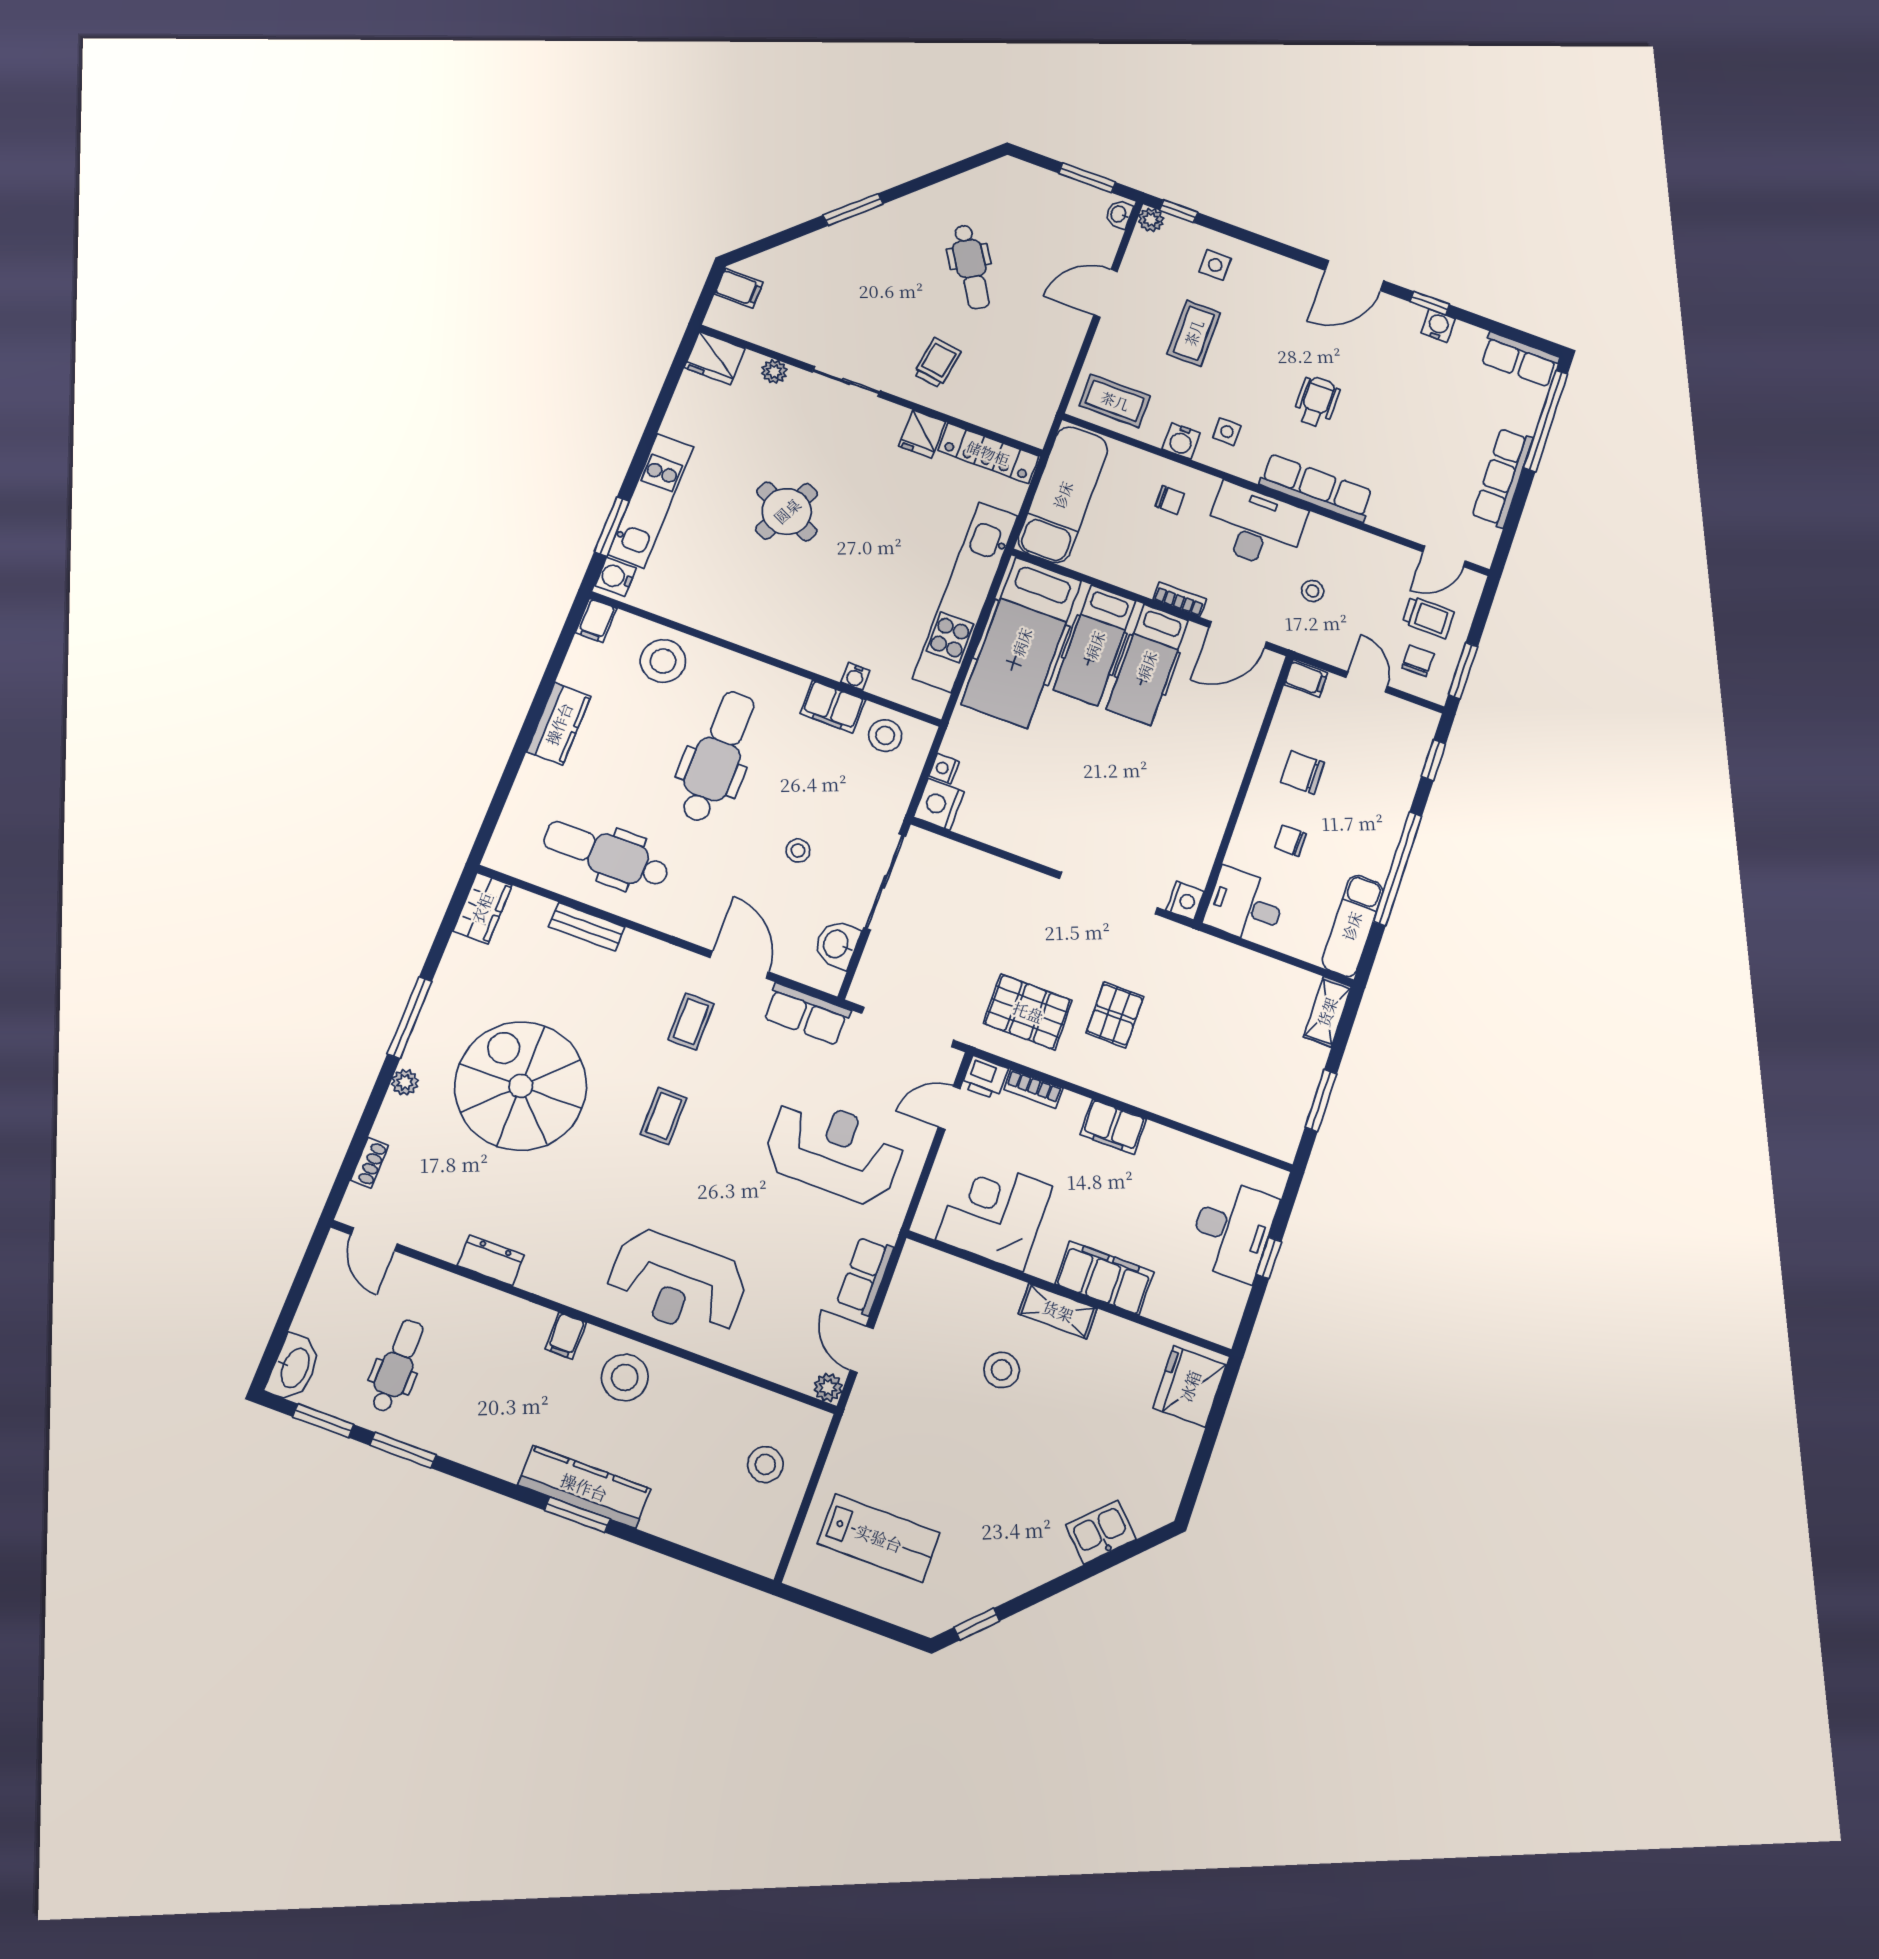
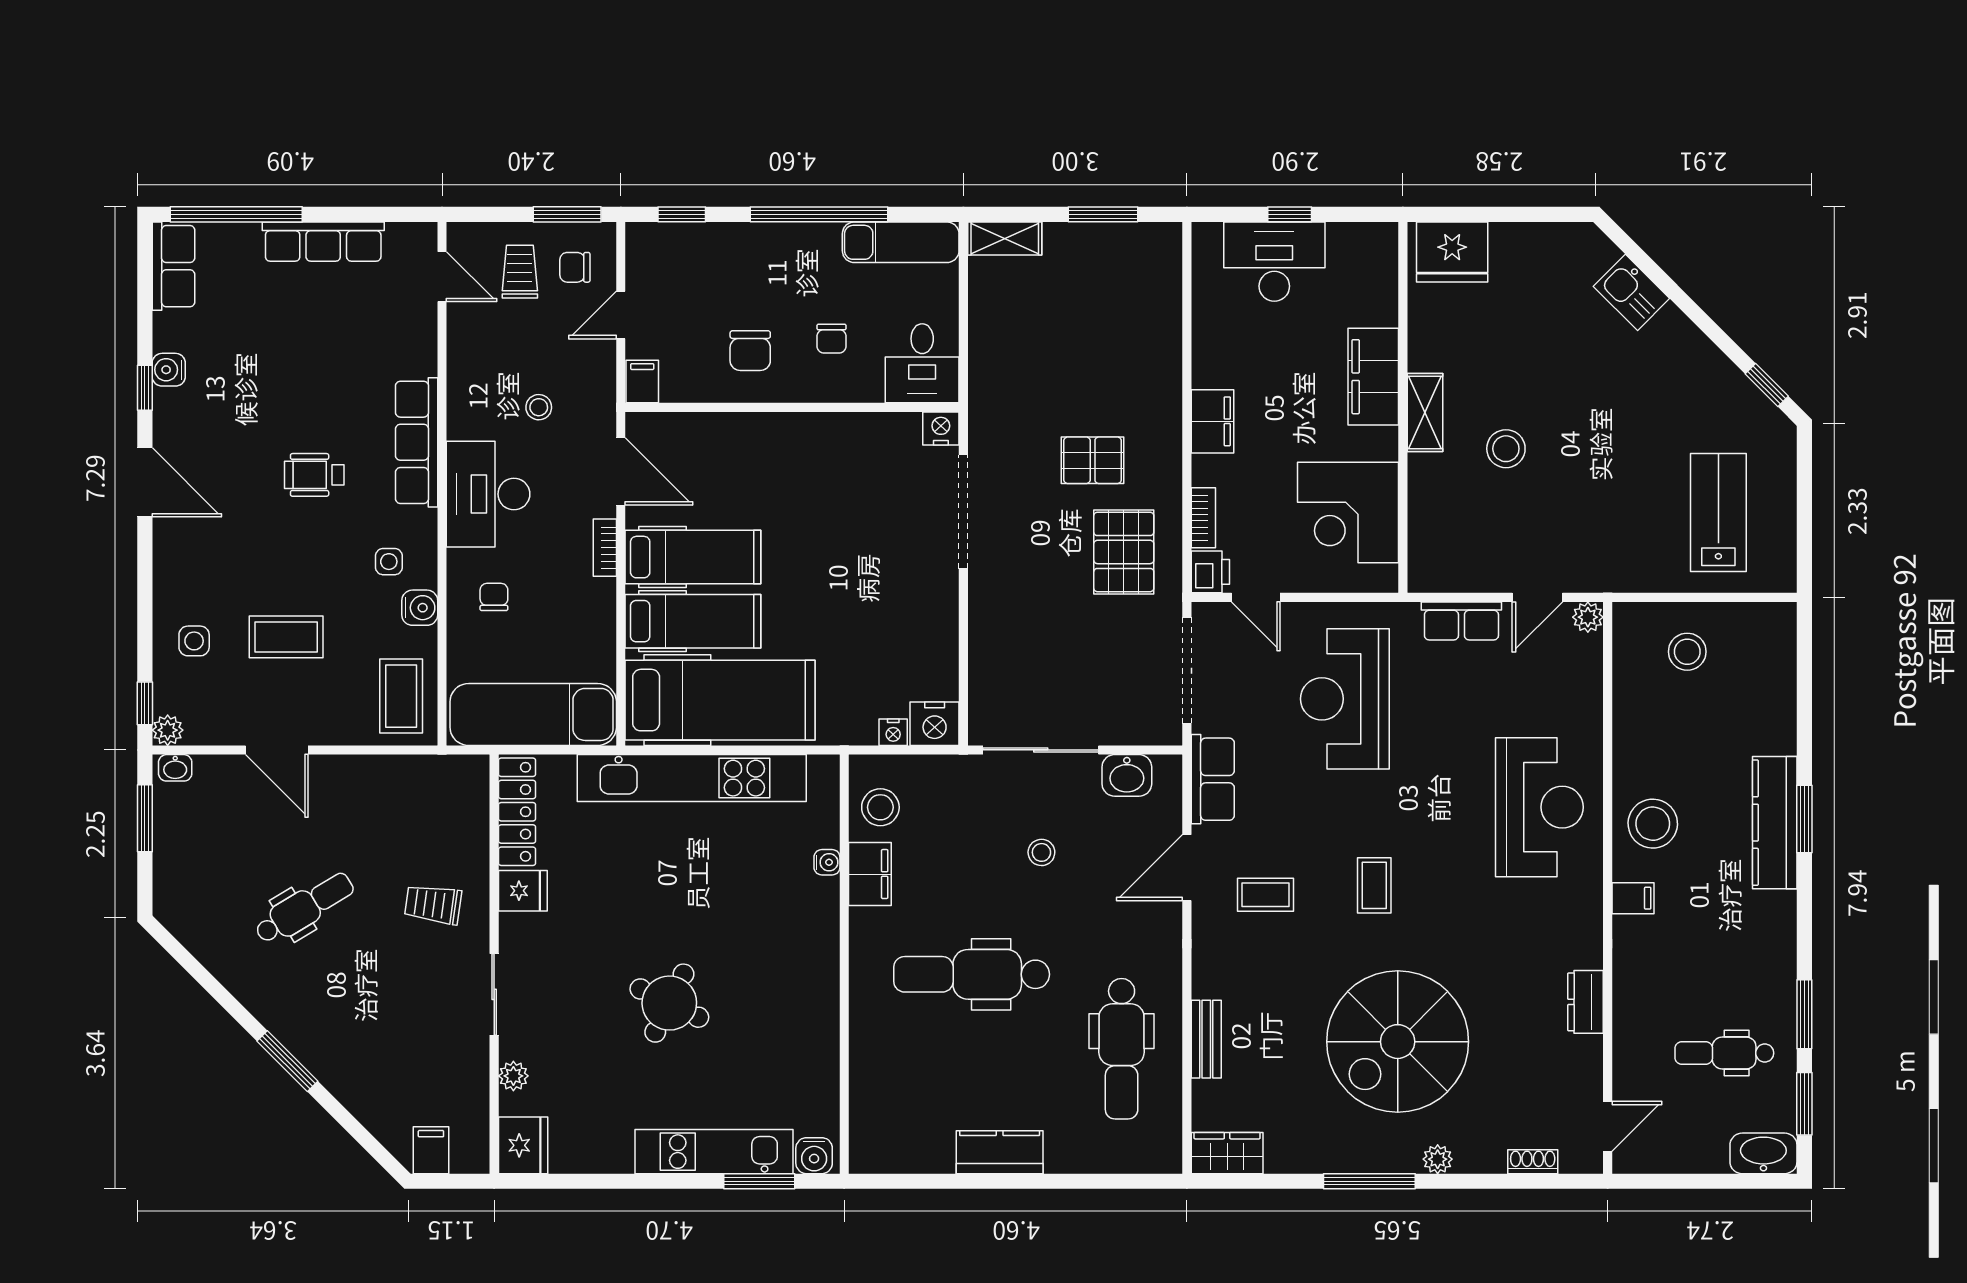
filing cabinet: (596, 620) -> (871, 1157), removed
stool: (663, 661) -> (888, 1070), removed
coffee table: (664, 1116) -> (1374, 885), turned 90

